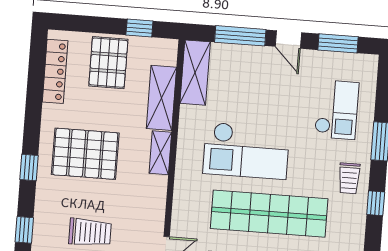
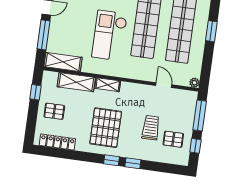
pallet: (108, 63) -> (54, 111), width x0.67, depth x0.71
checkout: (246, 151) -> (110, 35), turned 180
window: (24, 230) -> (133, 163), moved

